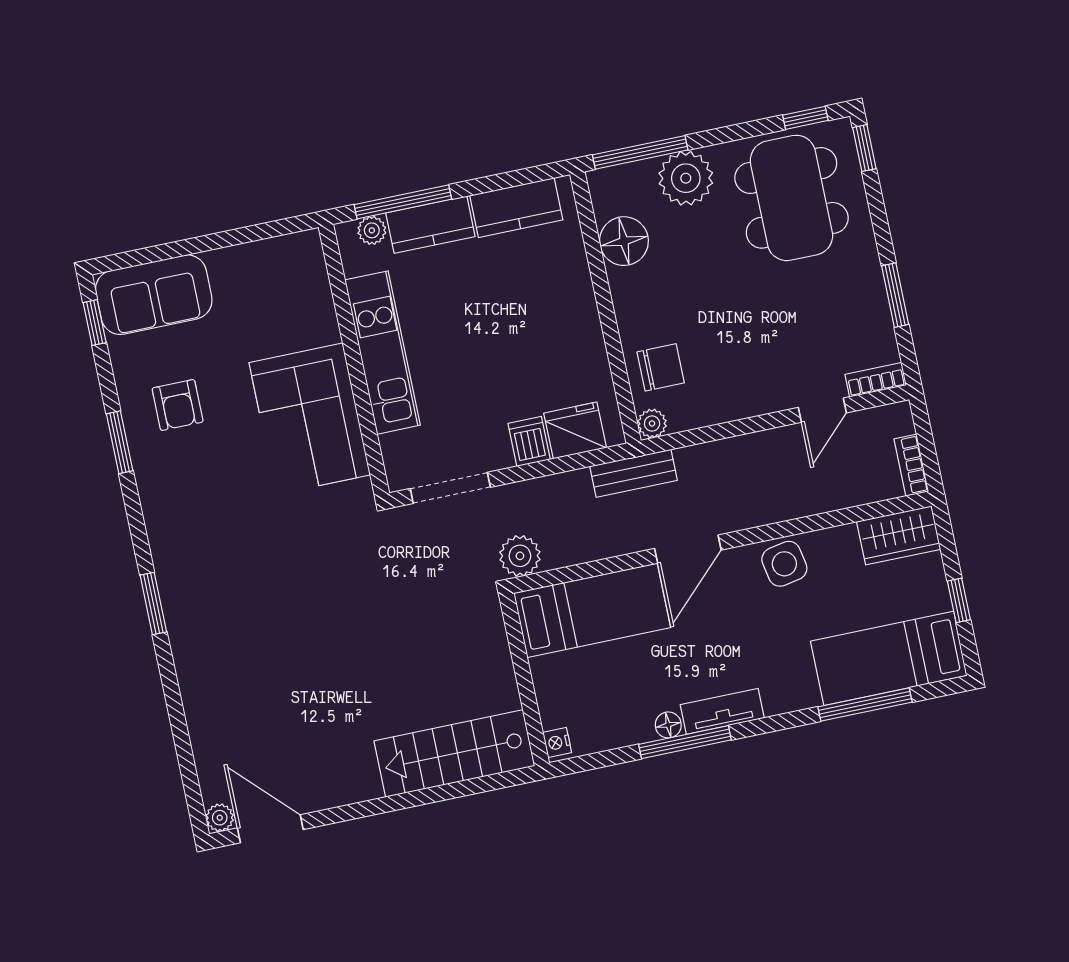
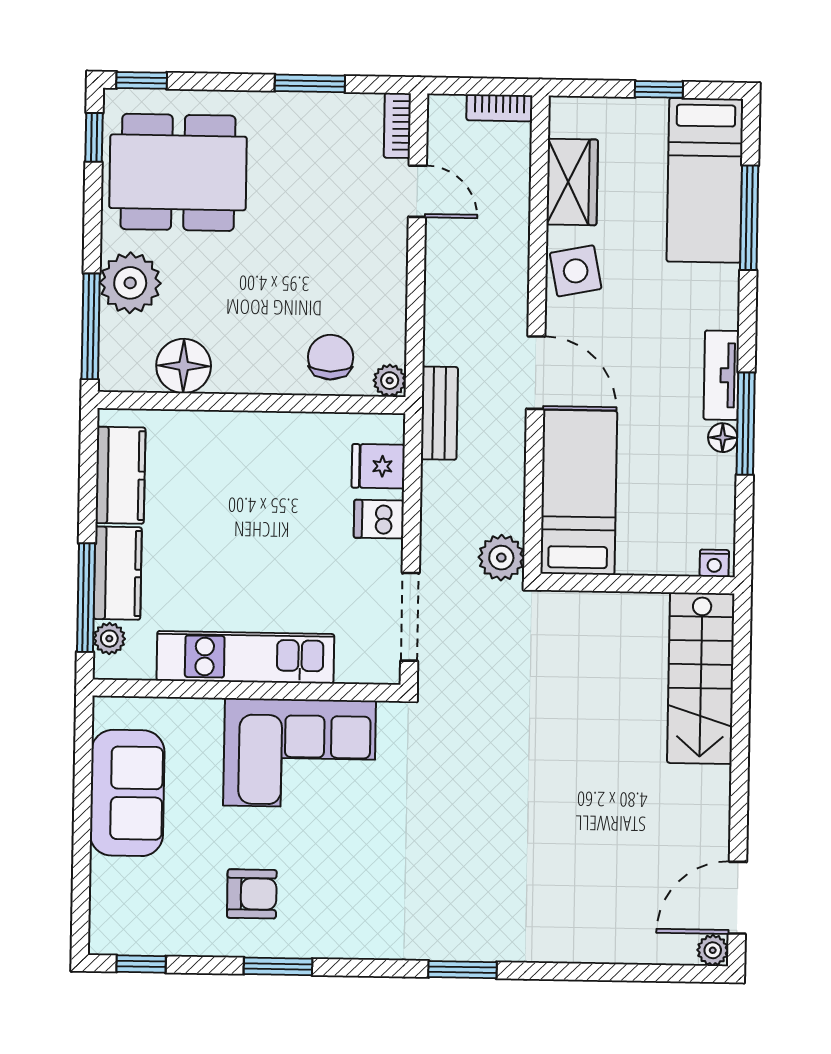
sofa: (154, 295) -> (127, 793), moved
fridge: (575, 430) -> (378, 466), width x0.72
wardrobe: (899, 535) -> (572, 182), moved

